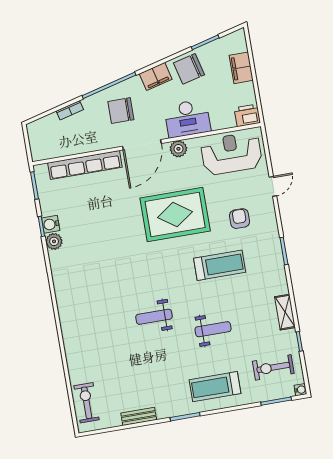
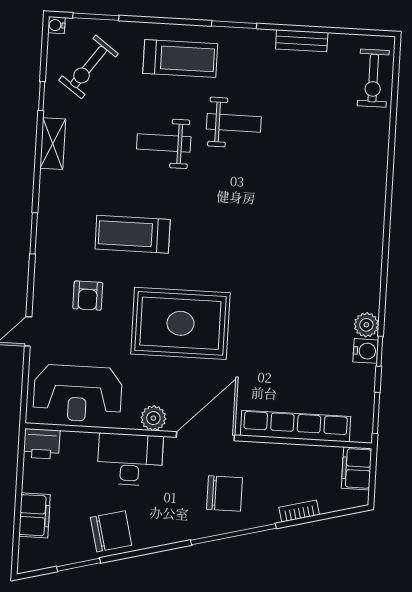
filing cabinet: (156, 76) -> (357, 468), moved, turned -76
weight bench: (154, 317) -> (234, 123), moved
exercise bike: (273, 367) -> (89, 67), turned 126

